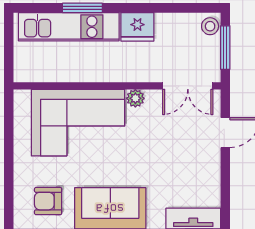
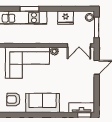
fridge: (137, 27) -> (66, 18), moved

